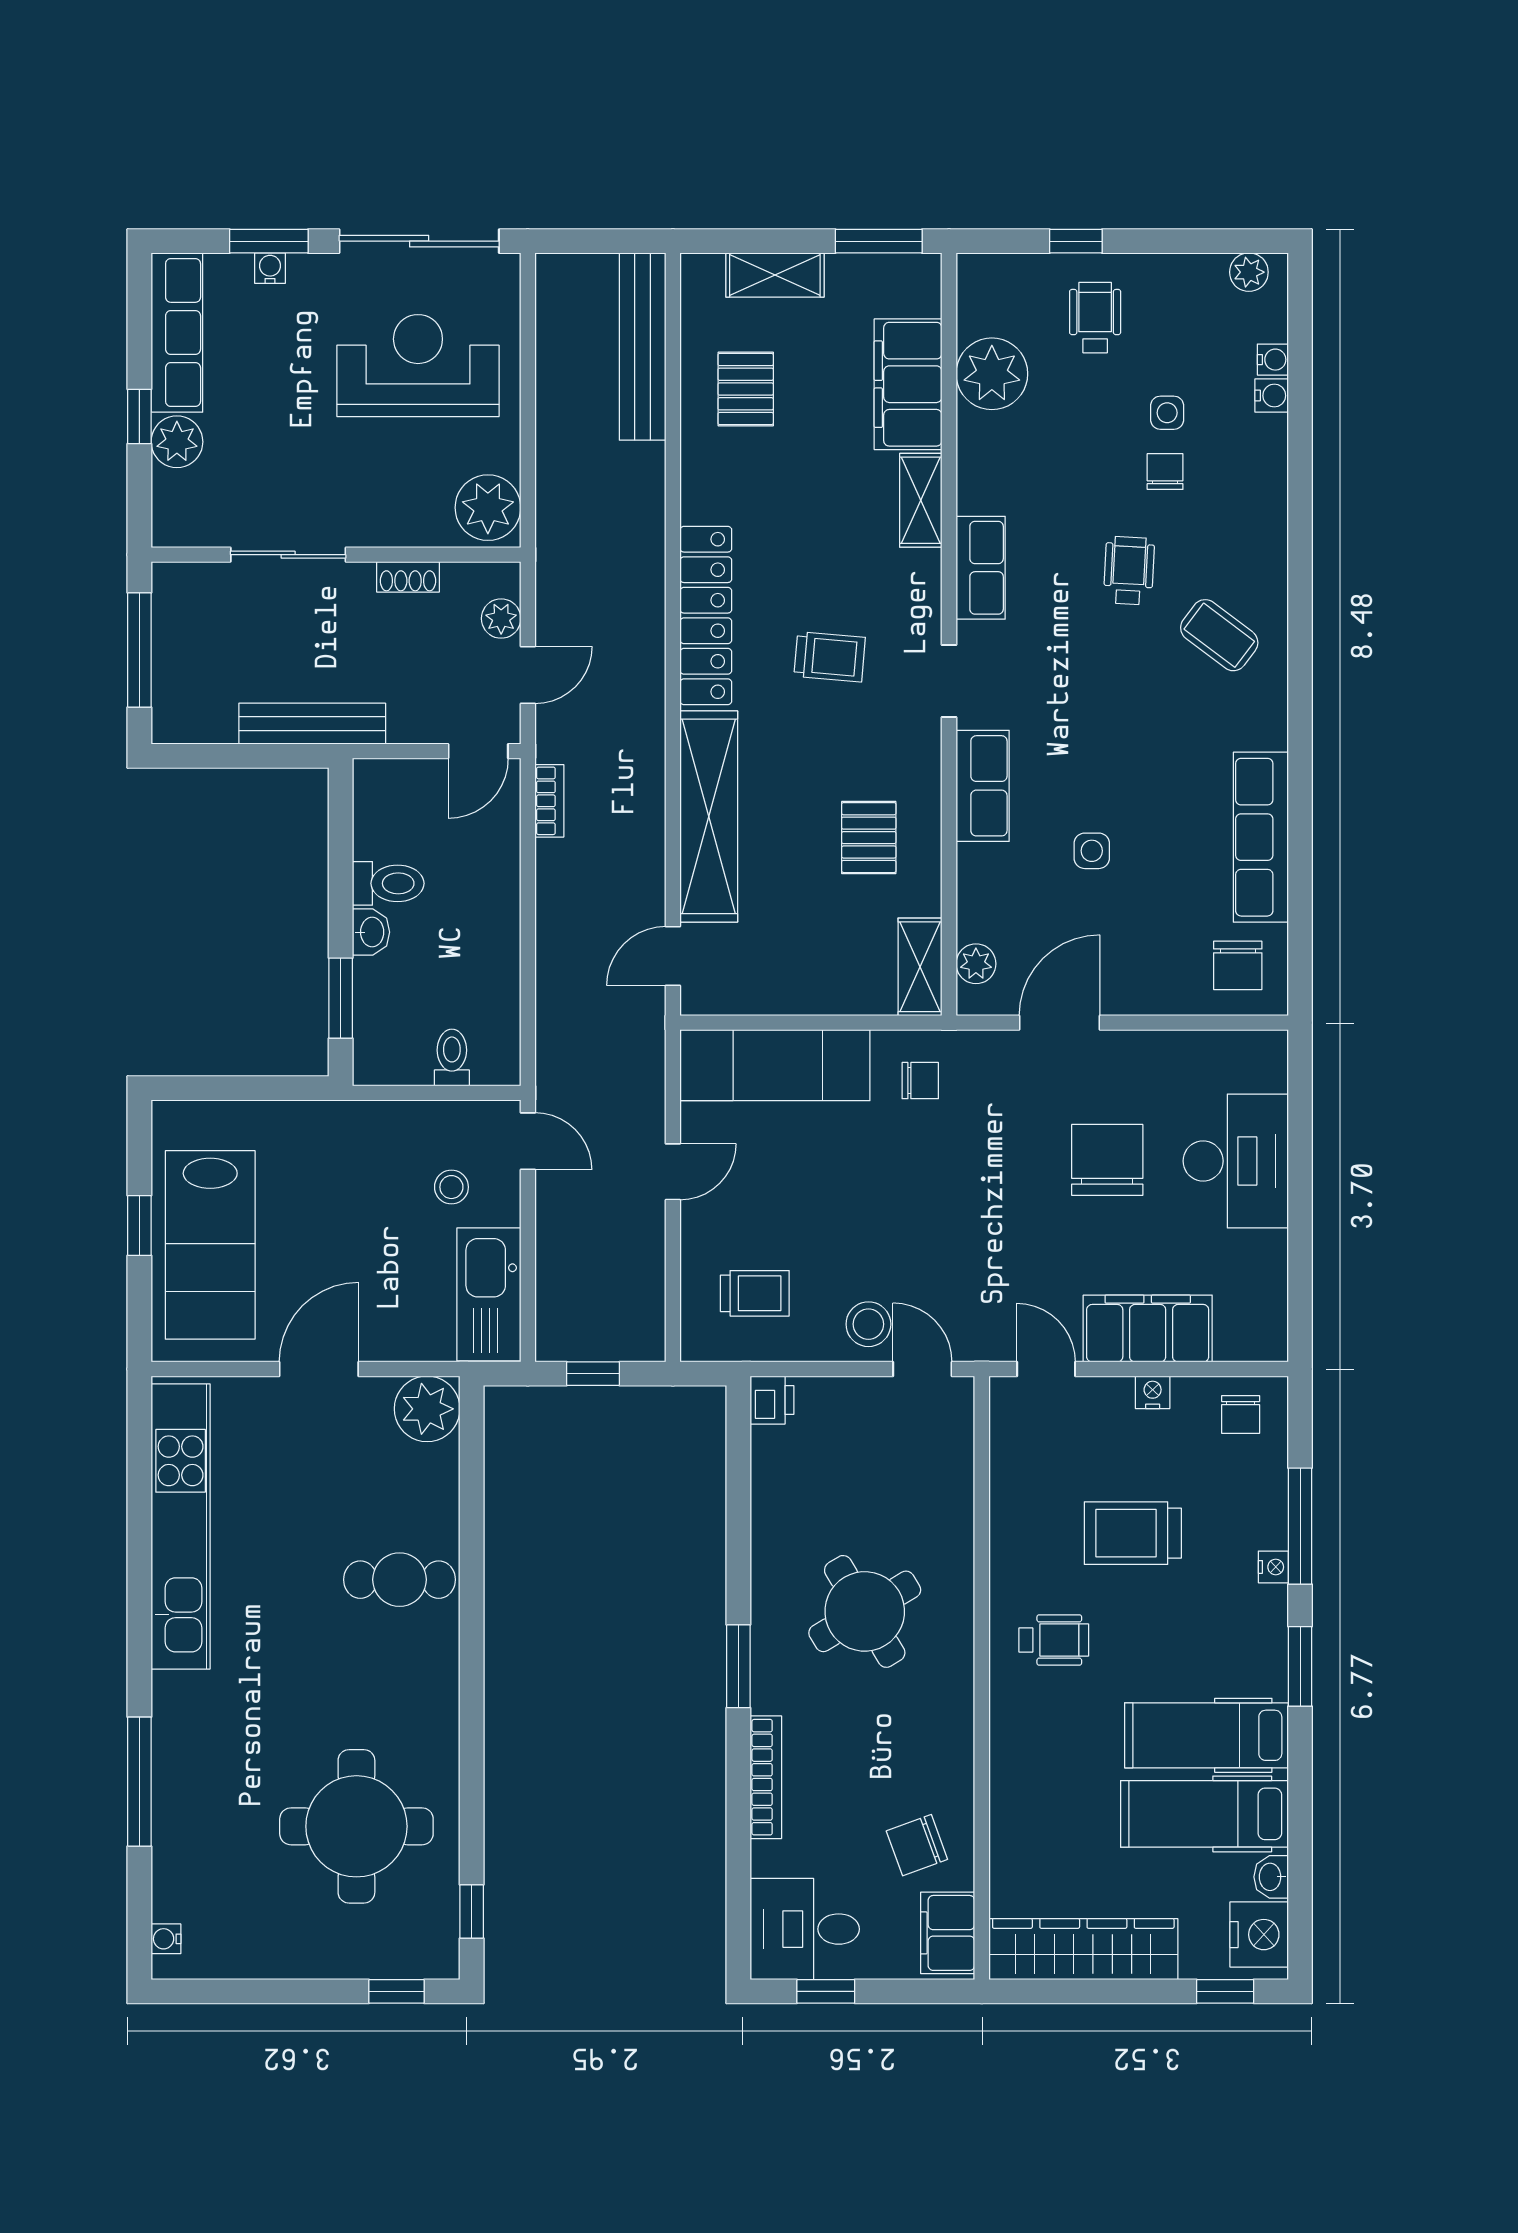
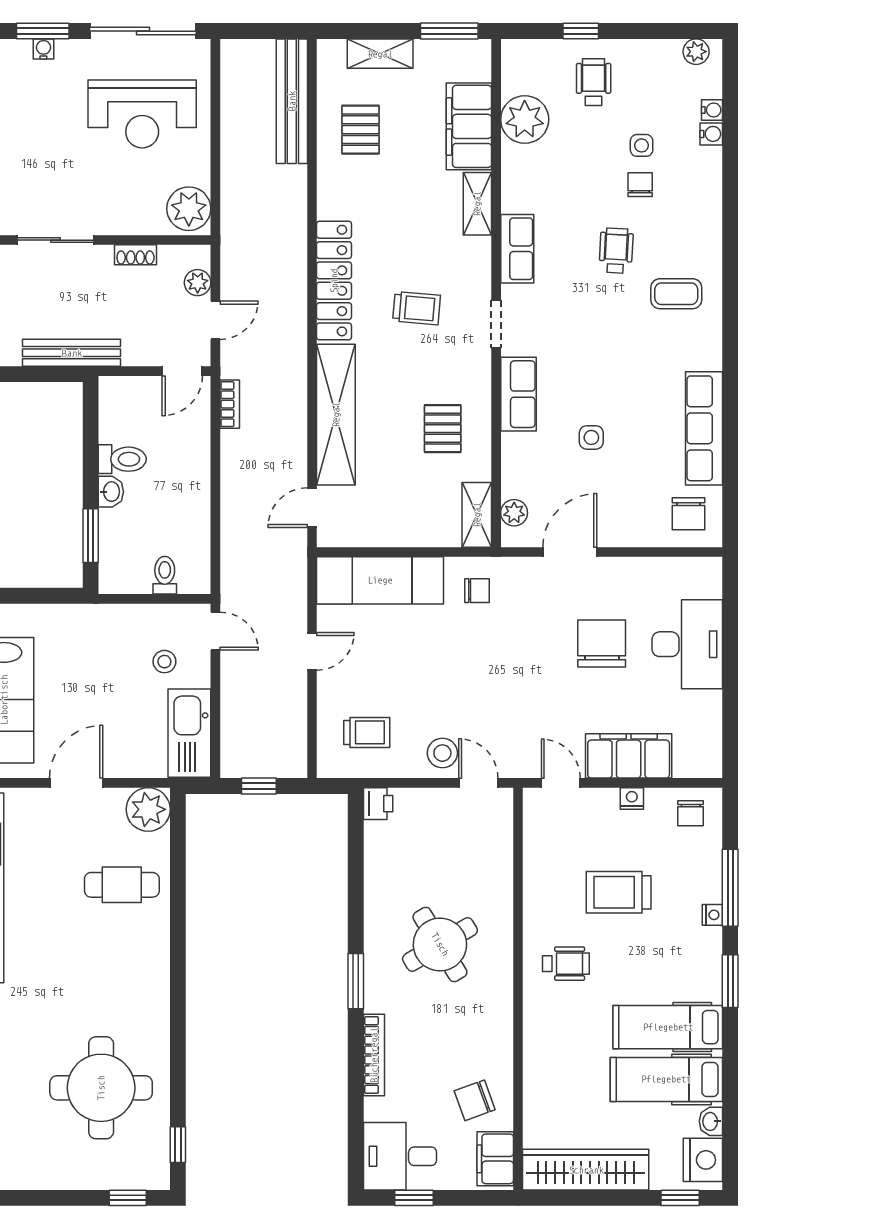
reception desk: (418, 366) -> (142, 114), turned 180
coffee table: (1219, 635) -> (676, 294), turned -37
cafe table: (400, 1580) -> (122, 885), moved

